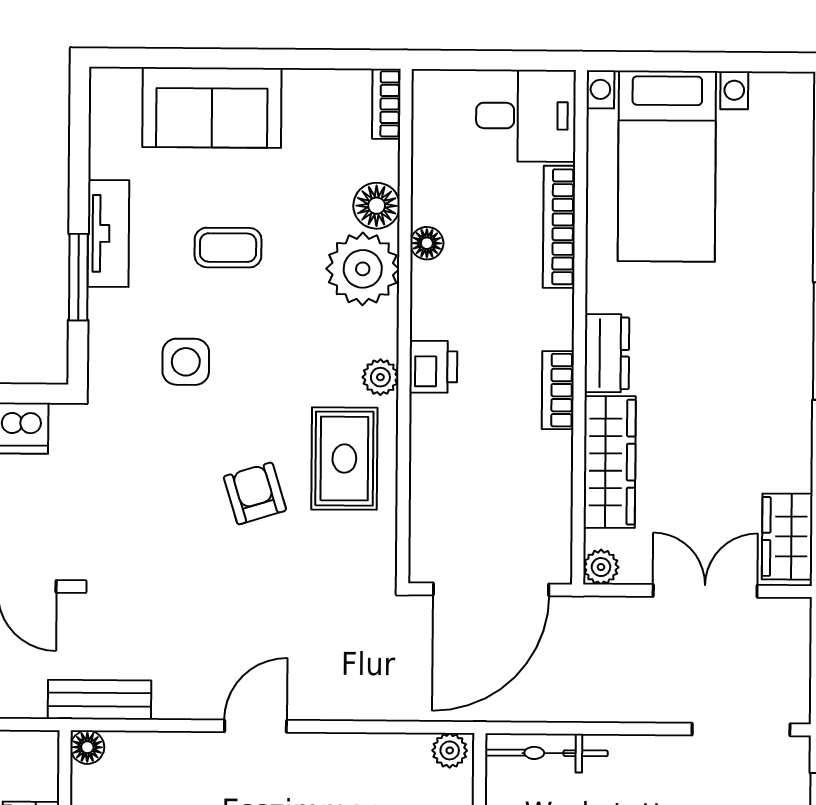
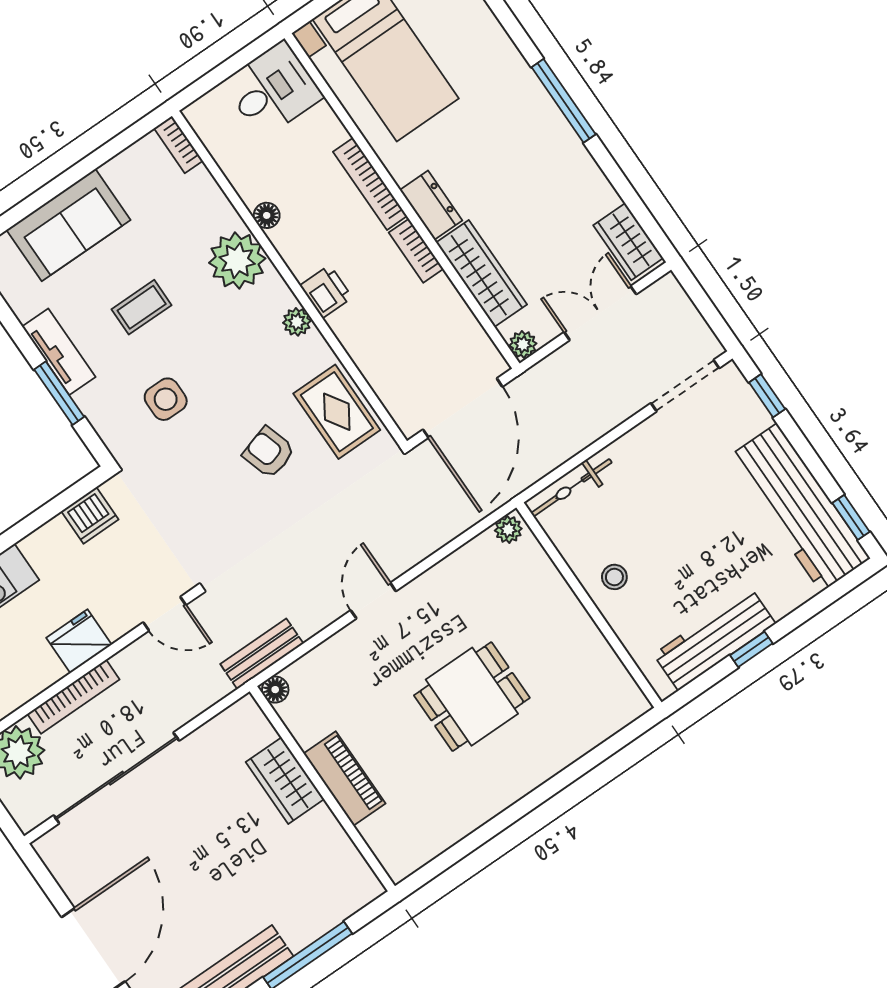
floor lamp: (377, 206) -> (218, 214), removed
bookcase: (559, 227) -> (370, 184), moved
rug: (344, 459) -> (337, 412), moved

